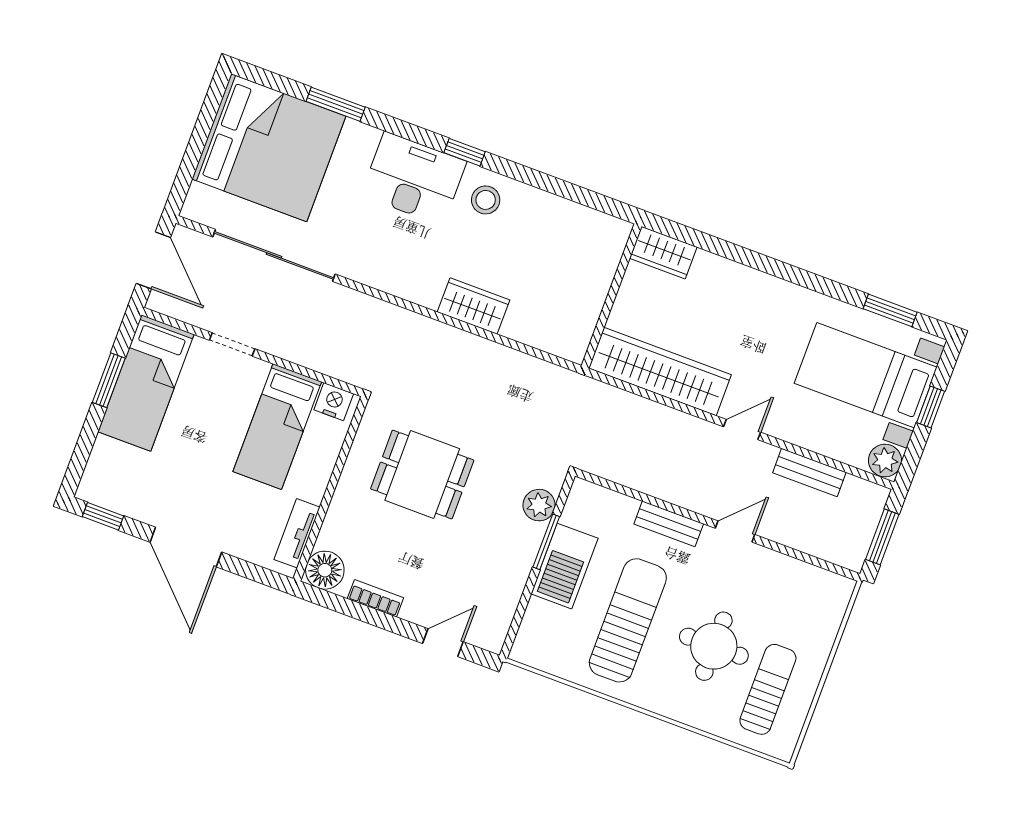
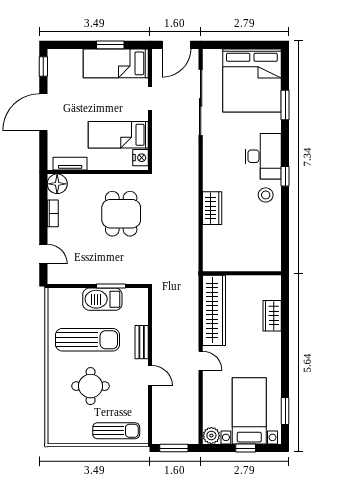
wardrobe: (663, 253) -> (272, 316), moved
bench: (809, 472) -> (192, 401), removed
plant: (539, 505) -> (127, 276), removed
sun lounger: (768, 689) -> (116, 431), moved

